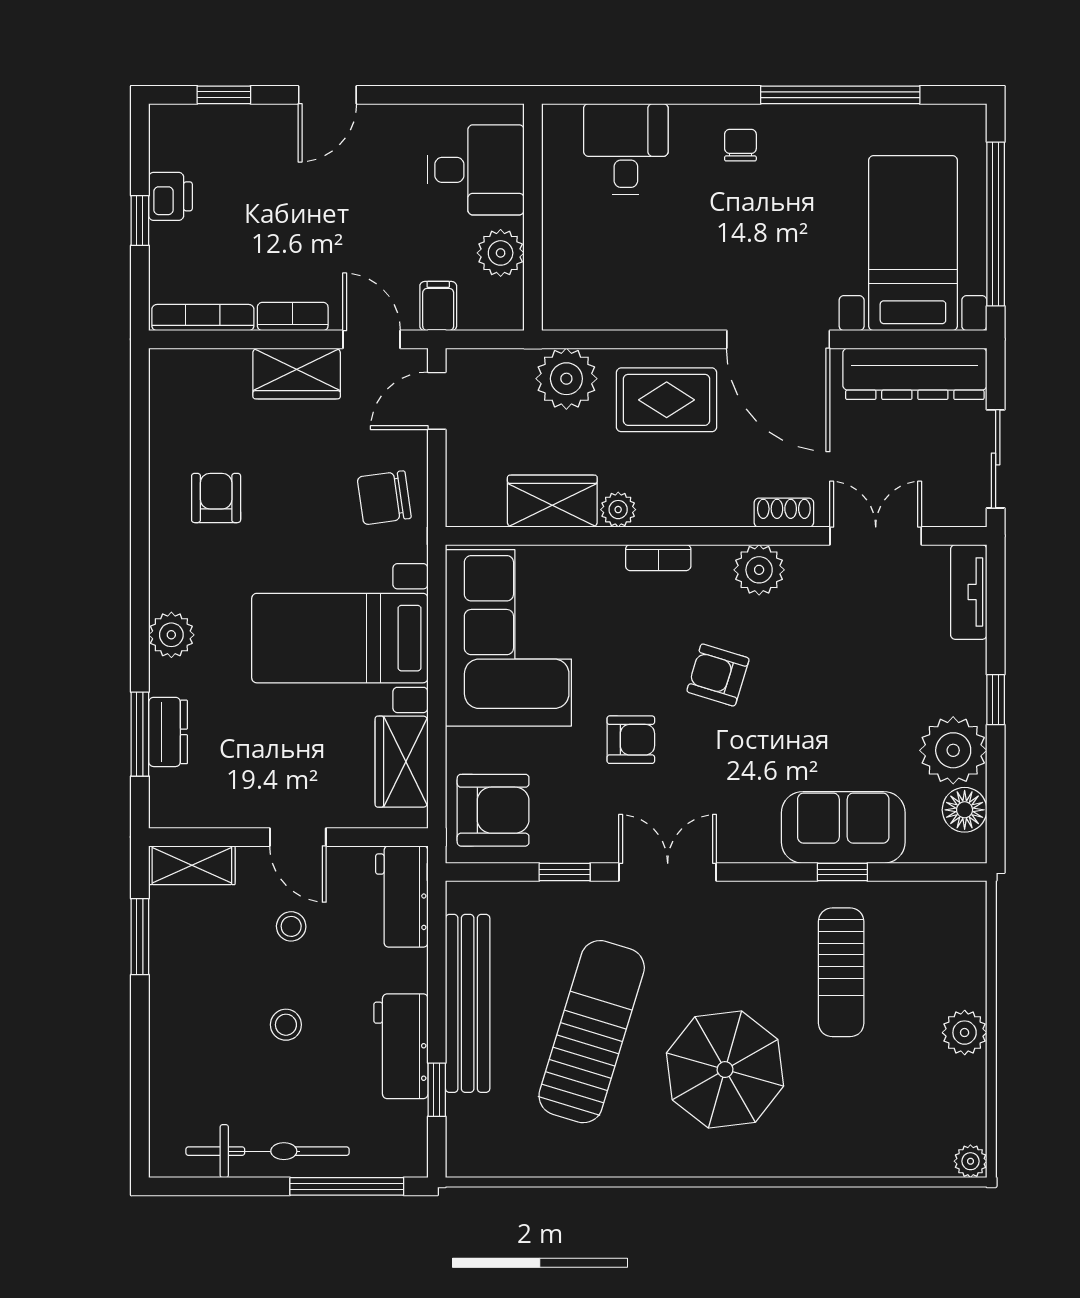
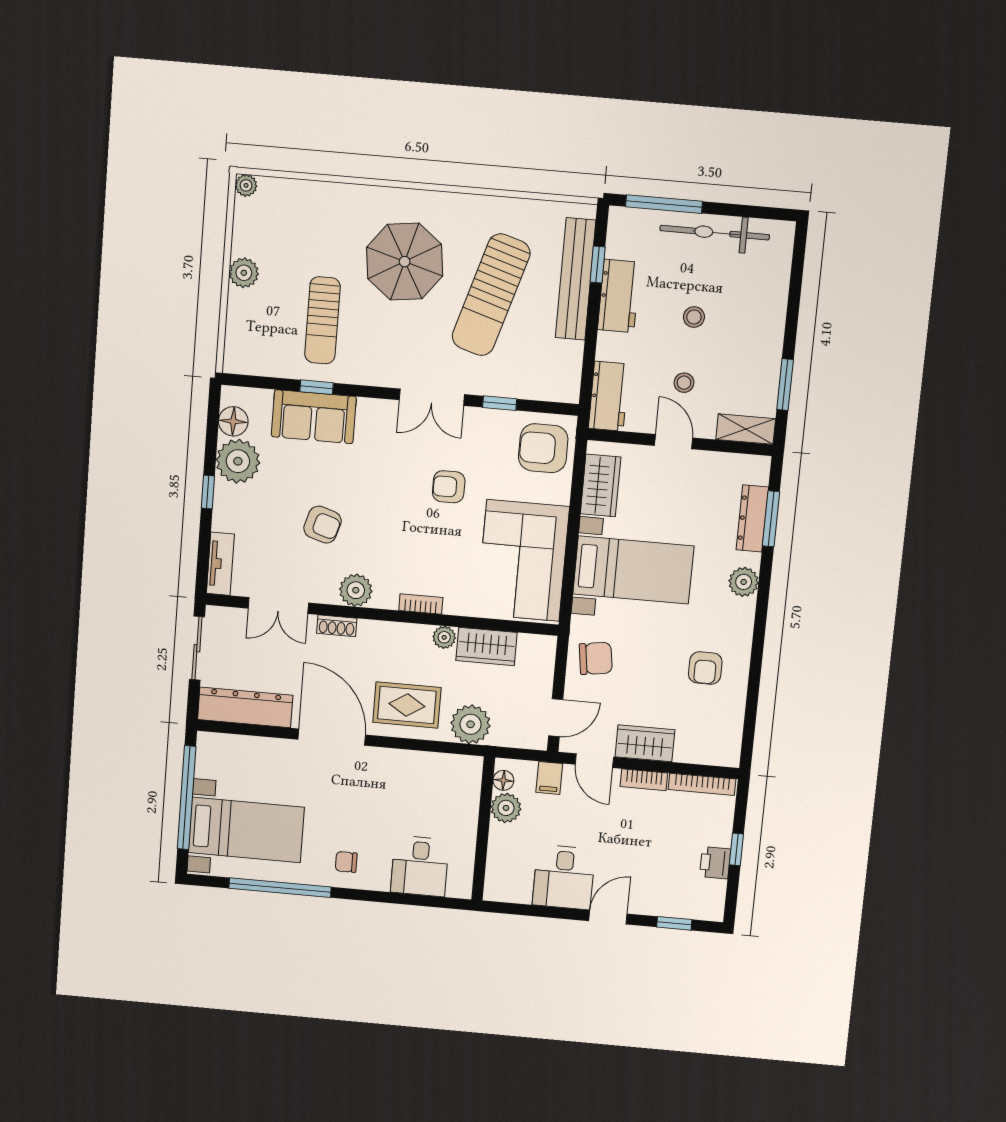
chair: (740, 145) -> (346, 862), turned 90
desk: (476, 170) -> (564, 877), moved, turned -90
bed with nightstands: (913, 243) -> (246, 830), moved, turned -90
floor lamp: (508, 296) -> (503, 780), added
armchair: (718, 675) -> (323, 525), moved
dresser: (168, 732) -> (752, 519), width x1.44
sun lounger: (841, 972) -> (322, 320), turned 180
bench: (468, 1003) -> (576, 279), moved

